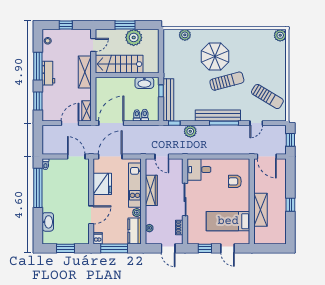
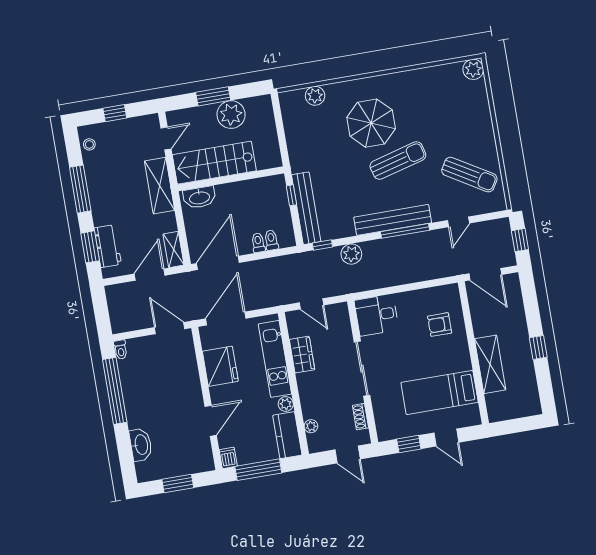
workbench: (48, 73) -> (108, 246), moved
washbasin: (144, 83) -> (199, 197), moved
wardrobe: (151, 190) -> (302, 355), width x0.67

